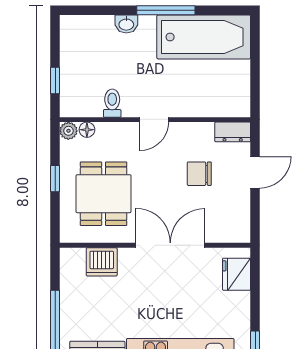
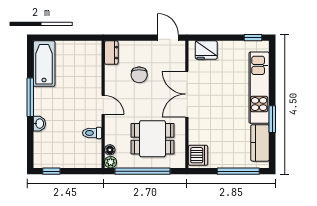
bathtub: (204, 37) -> (44, 64), width x0.73, depth x0.73
window: (55, 80) -> (51, 171), moved
door: (255, 172) -> (168, 38), moved
window: (55, 179) -> (143, 171), width x3.17
dishwasher: (102, 262) -> (198, 155), moved

